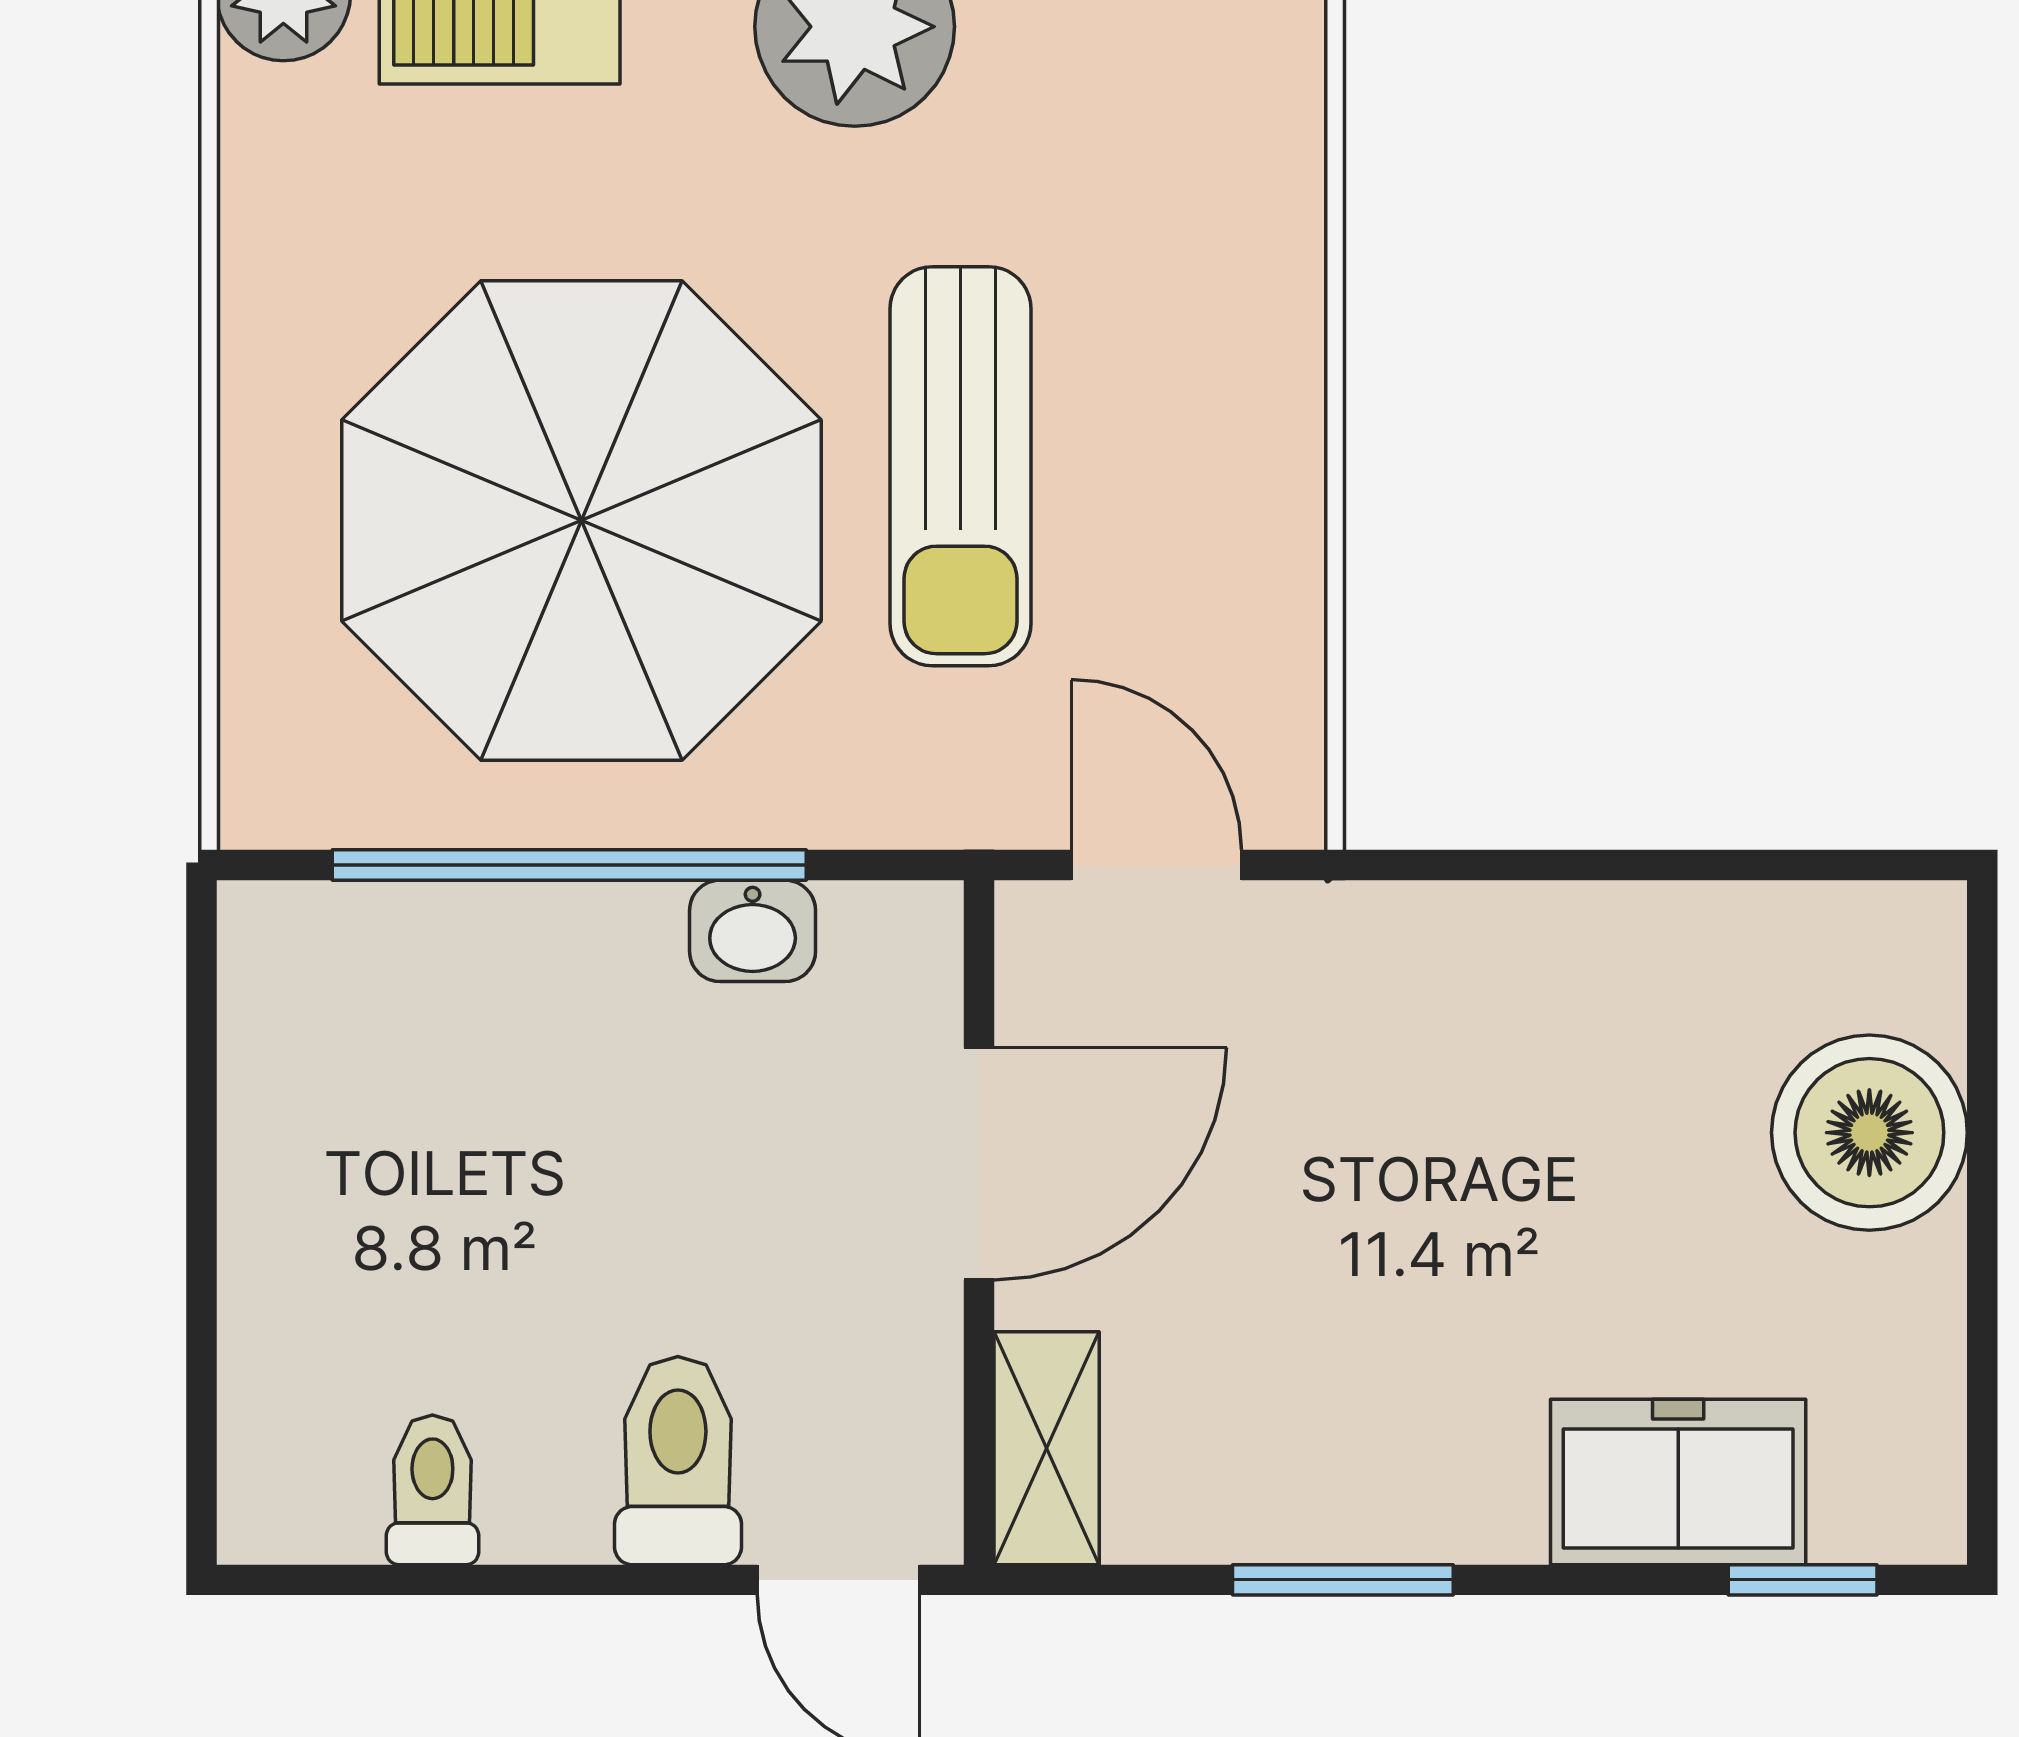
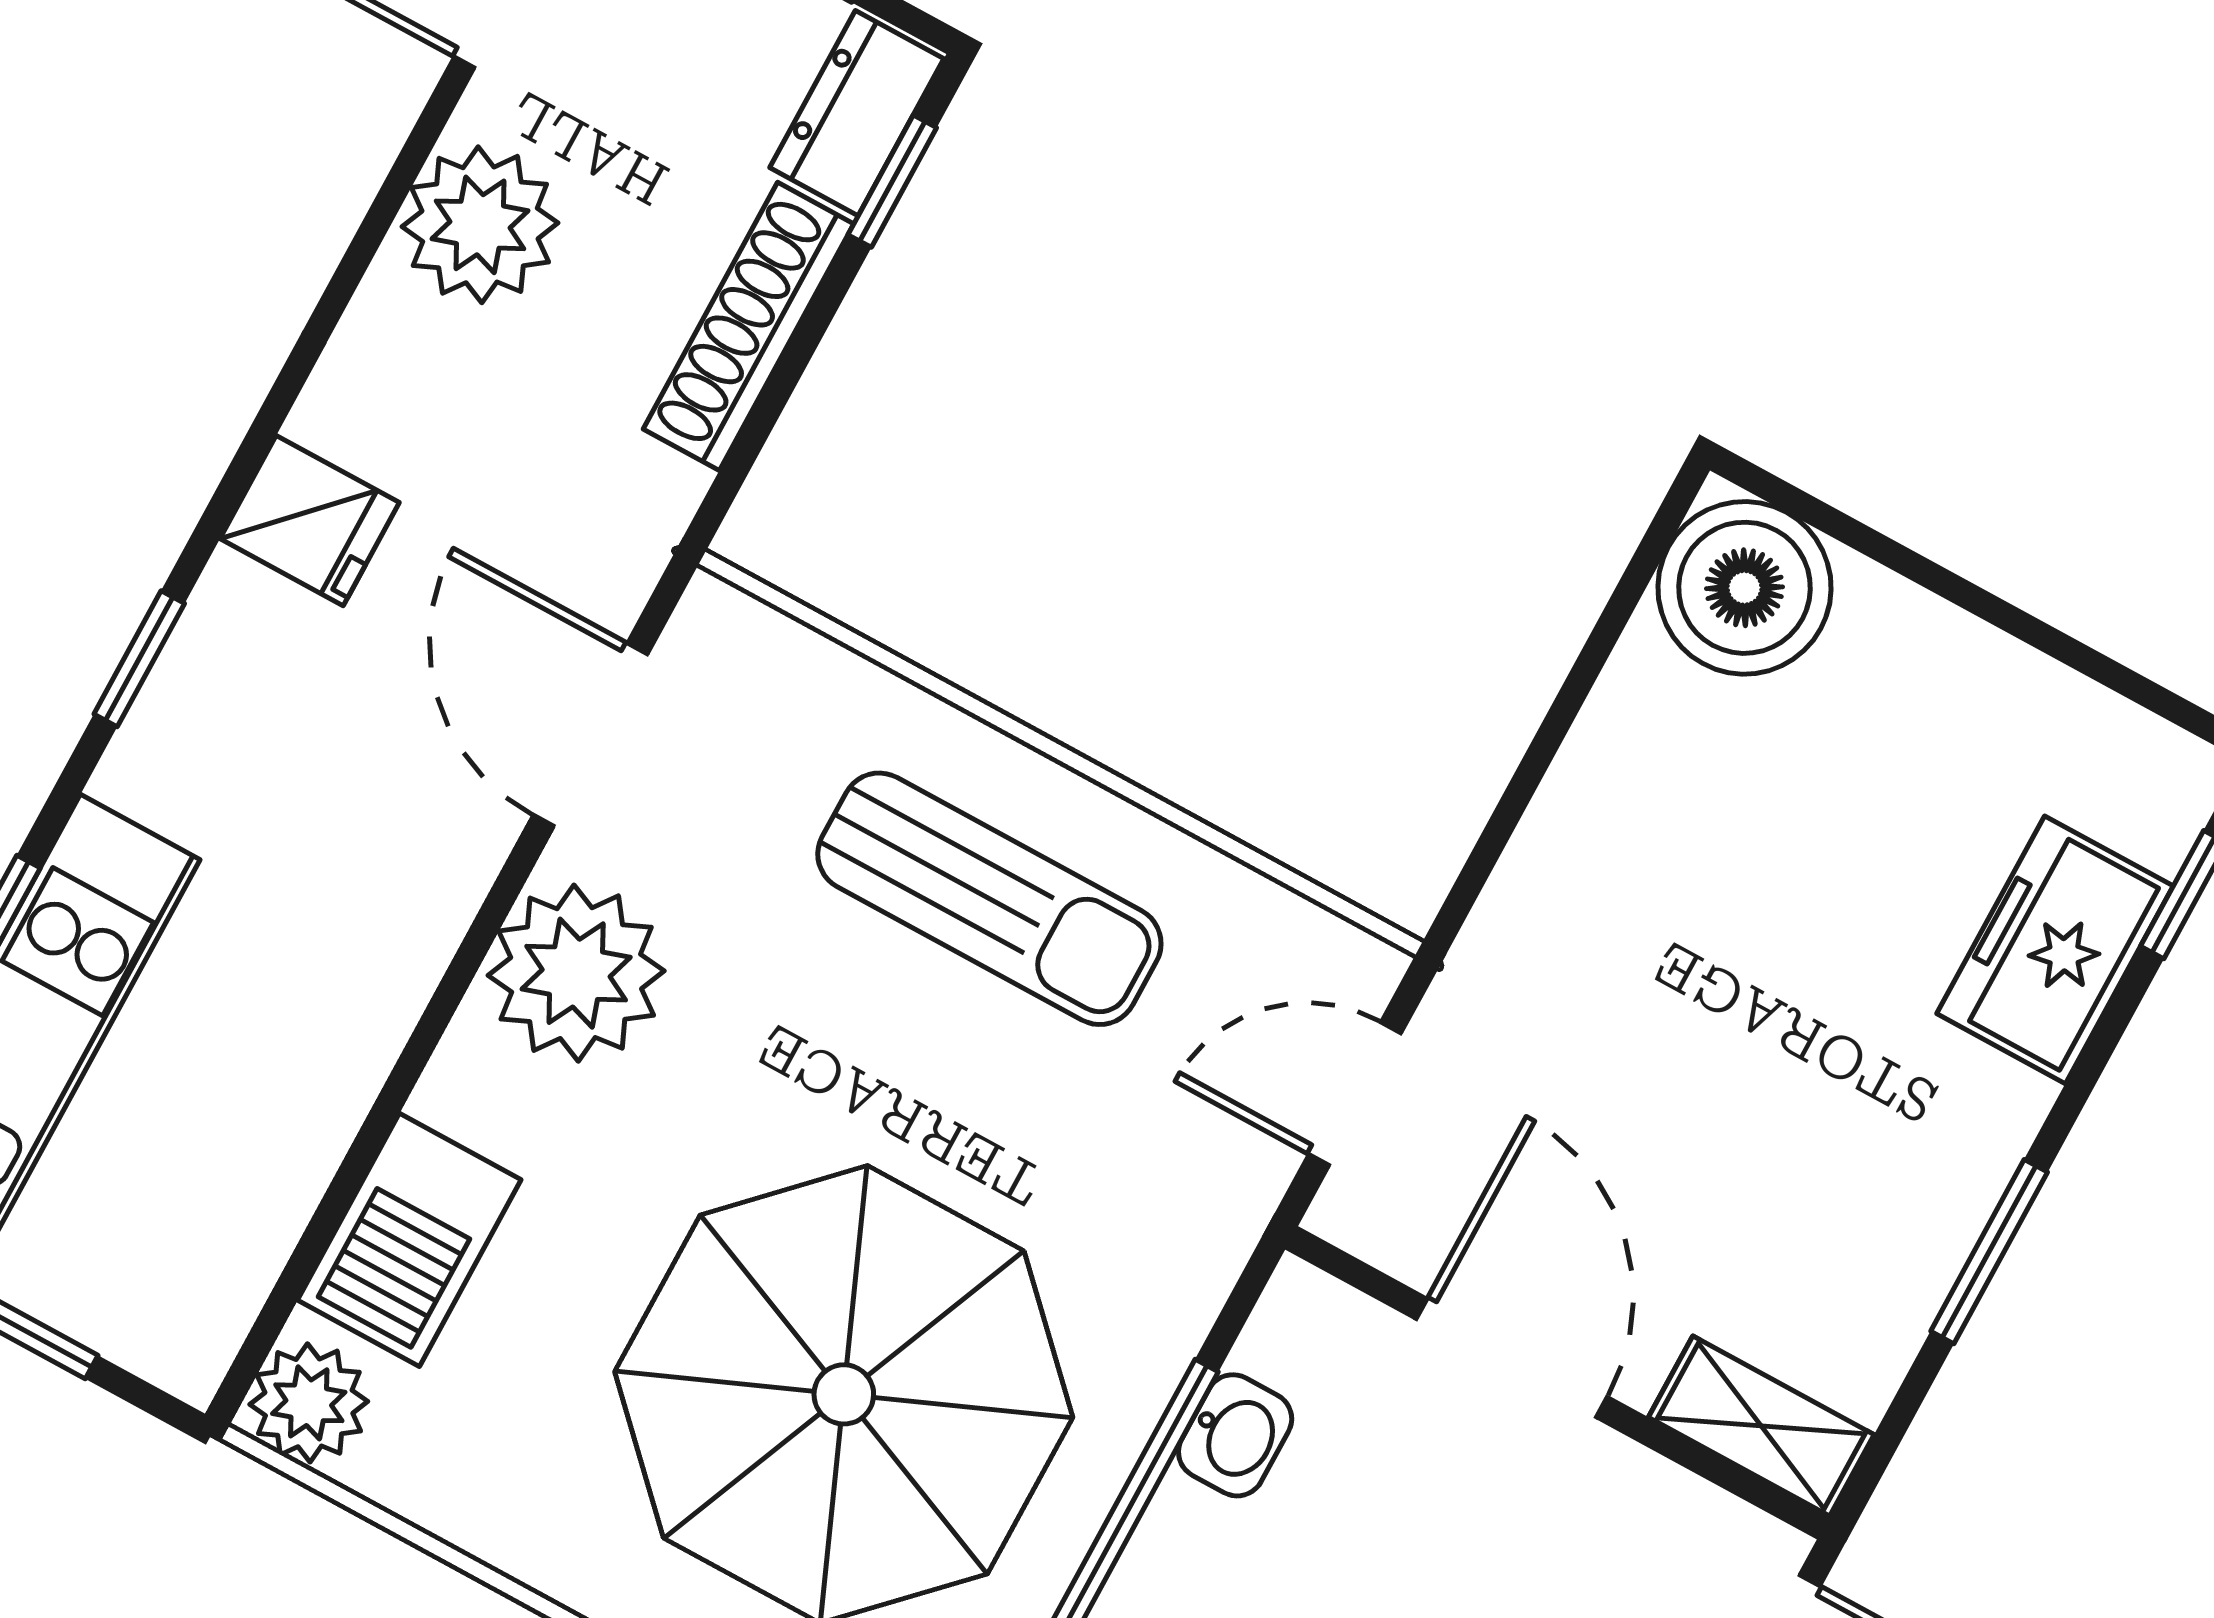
sun lounger: (961, 466) -> (989, 899), moved
boiler: (1869, 1133) -> (1744, 588), moved

